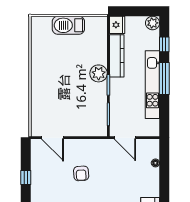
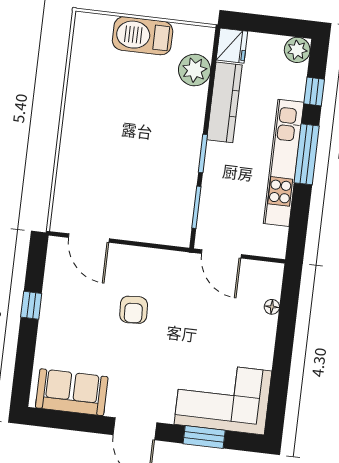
plant: (99, 73) -> (195, 70), moved

